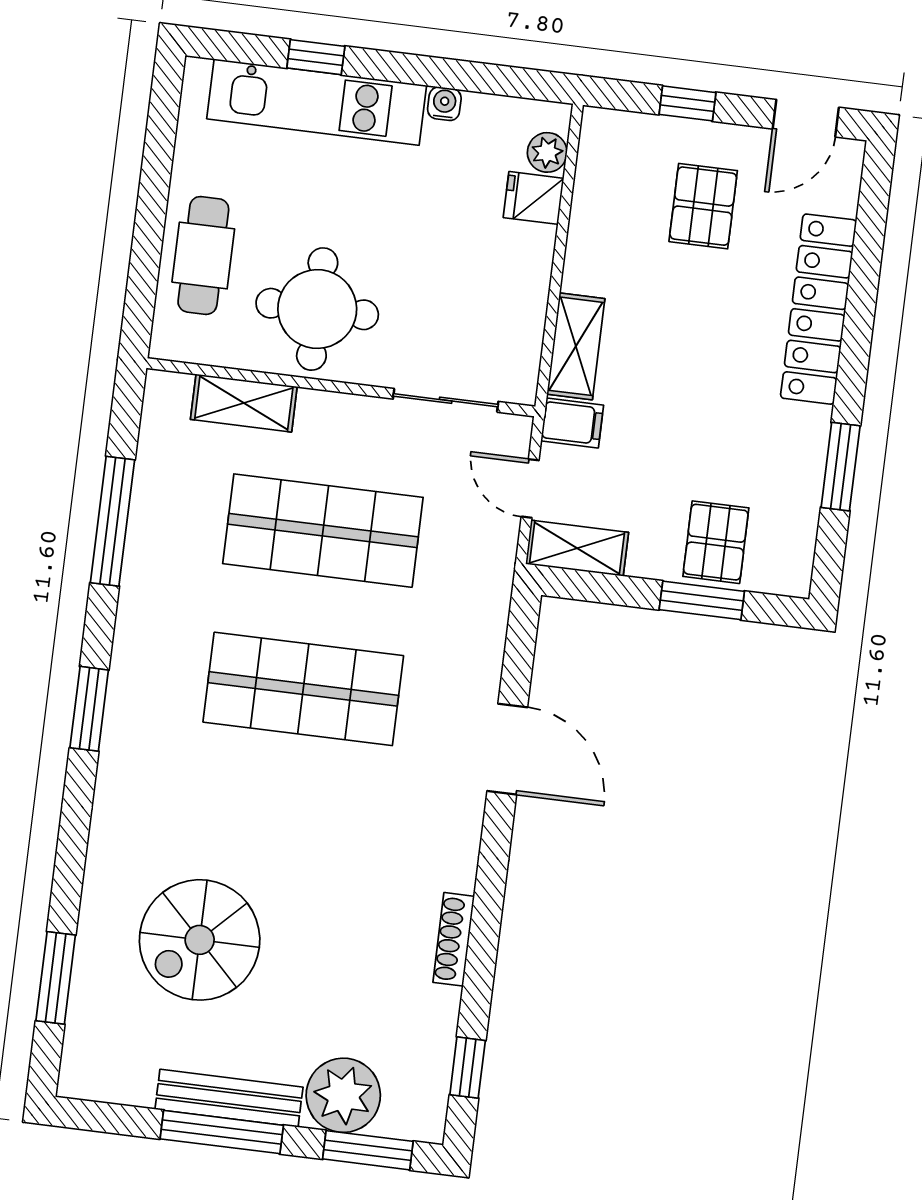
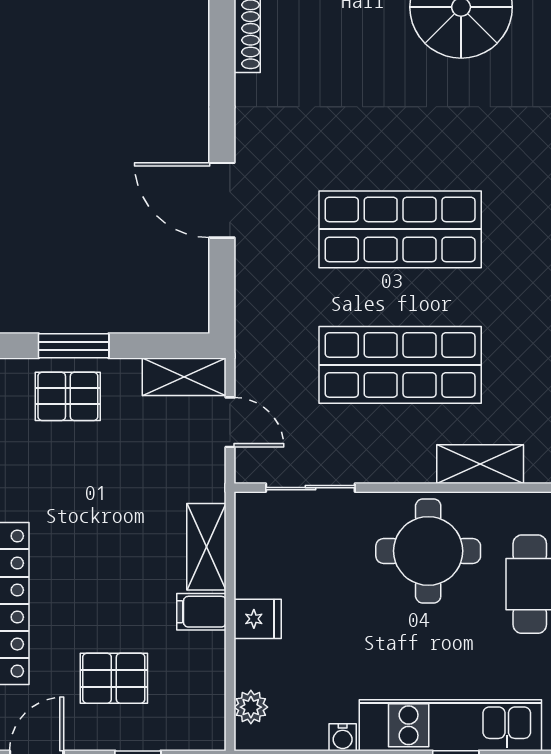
fridge: (534, 198) -> (258, 619), moved
pallet: (703, 206) -> (114, 678), turned 90
filing cabinet: (572, 423) -> (201, 612), moved
pallet: (716, 542) -> (68, 396), turned 90

